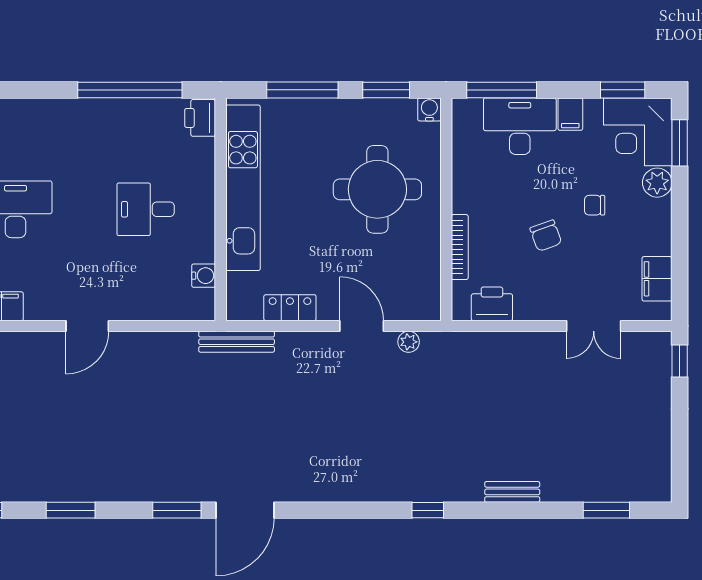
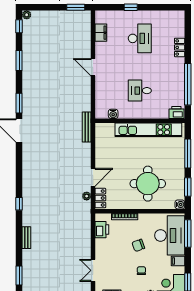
locker: (38, 110) -> (180, 47), added
desk: (520, 126) -> (170, 235), width x1.36, depth x1.30
desk: (146, 209) -> (140, 91), turned -90
chair: (546, 236) -> (138, 245), moved
locker: (290, 308) -> (100, 198), moved

